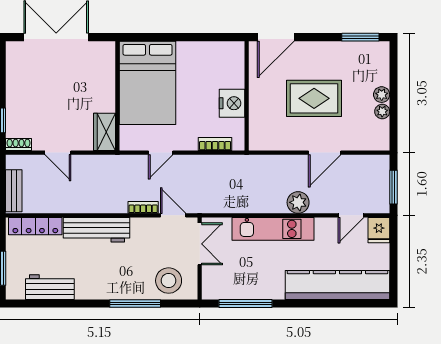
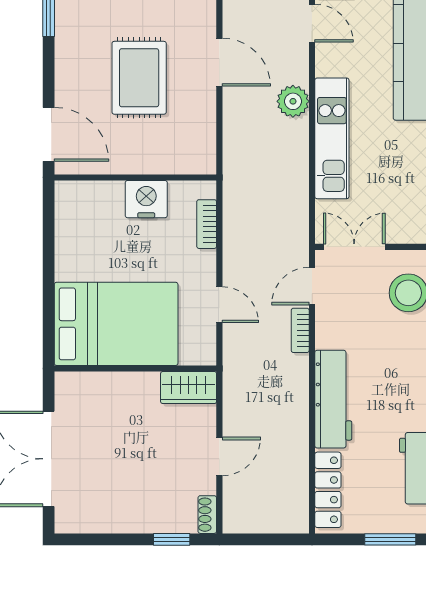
bench: (14, 191) -> (276, 522), removed

